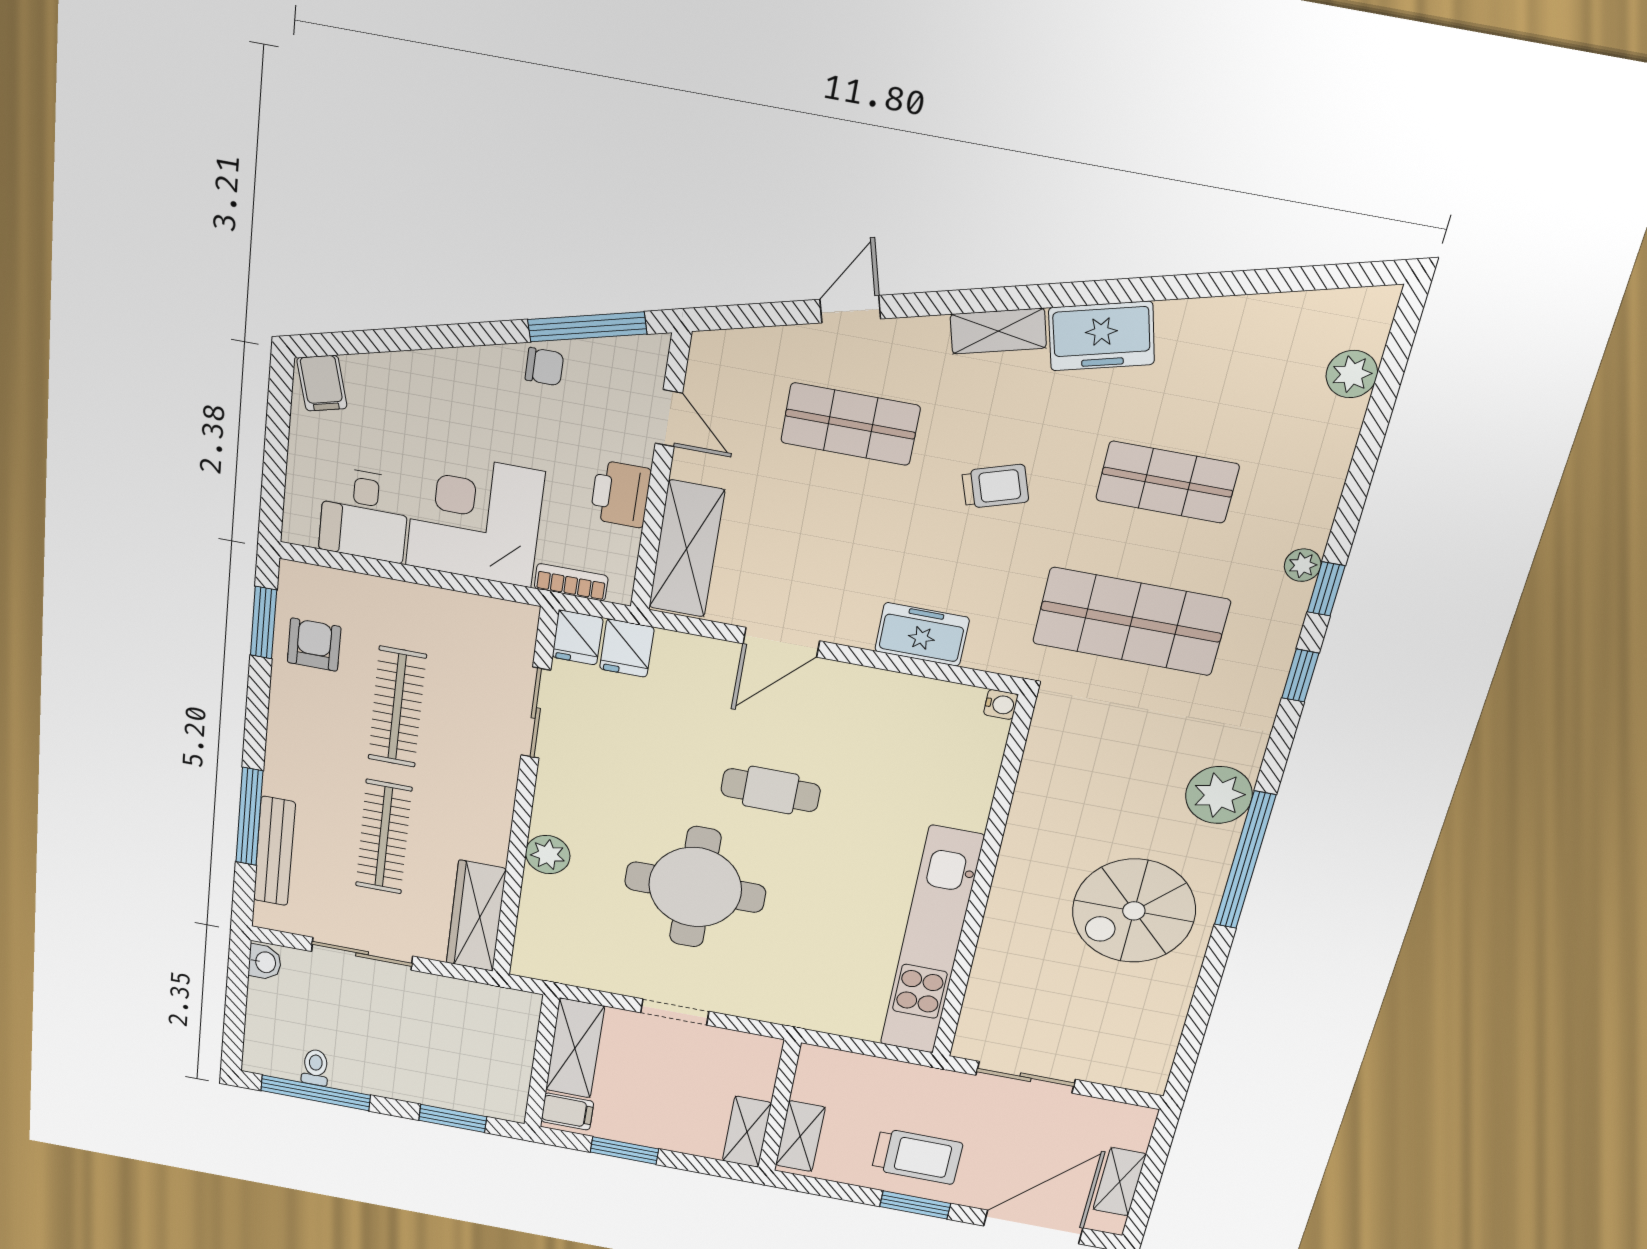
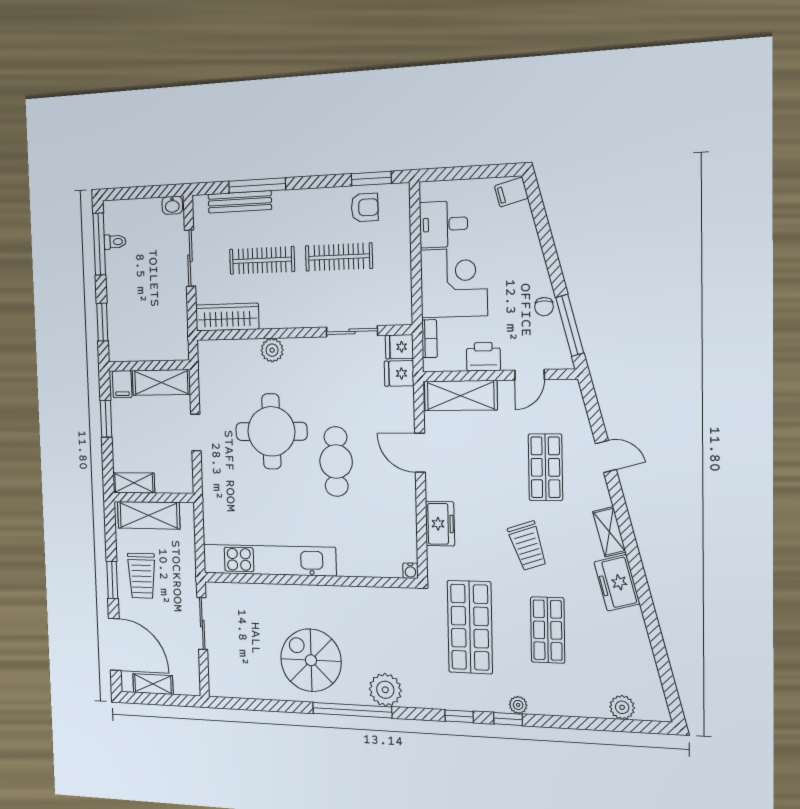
trolley: (995, 486) -> (528, 546), width x1.36, depth x1.39
cafe table: (771, 790) -> (336, 462), width x1.37, depth x1.35
shelving: (800, 1136) -> (149, 515), width x1.50, depth x1.33

